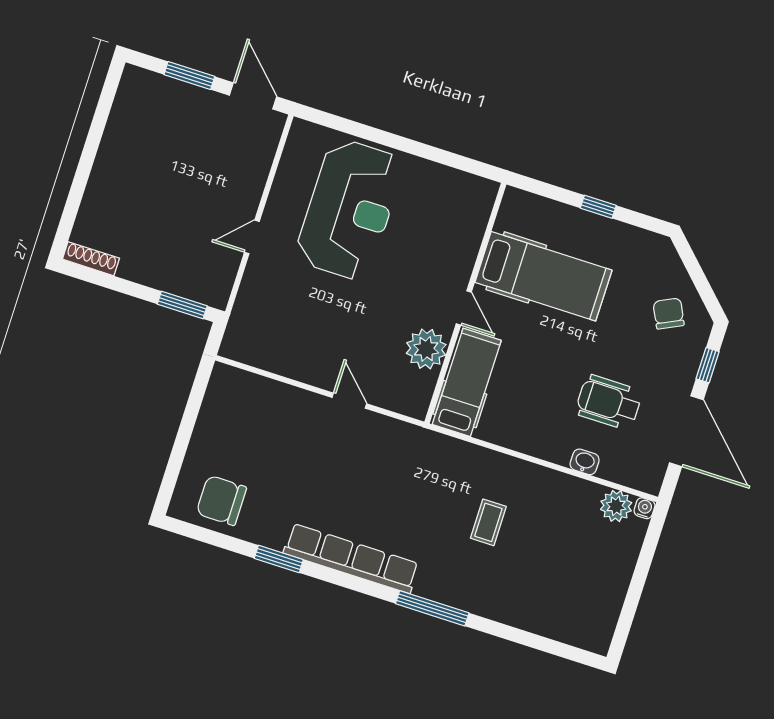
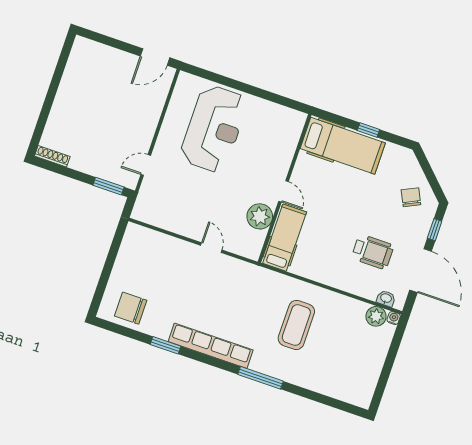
window: (189, 76) -> (116, 43), removed
door: (253, 96) -> (155, 57), swing flipped
door: (252, 237) -> (146, 165), moved
hospital bed: (543, 276) -> (343, 146), moved
wheelchair: (609, 402) -> (373, 252), turned 180
washbasin: (585, 462) -> (386, 298), moved
coffee table: (488, 522) -> (296, 325), width x1.86, depth x1.72

